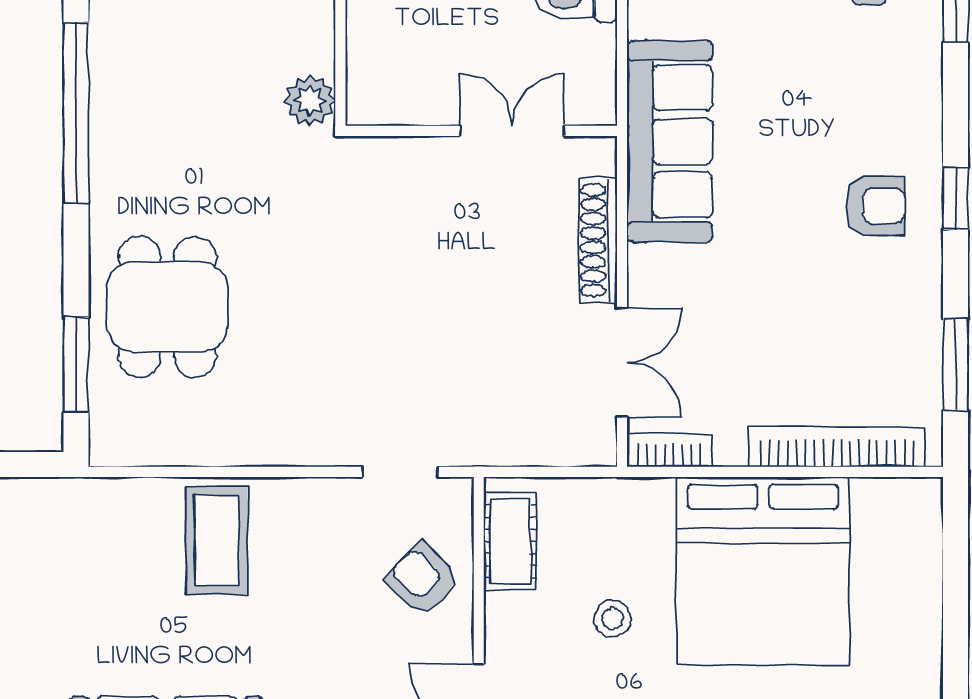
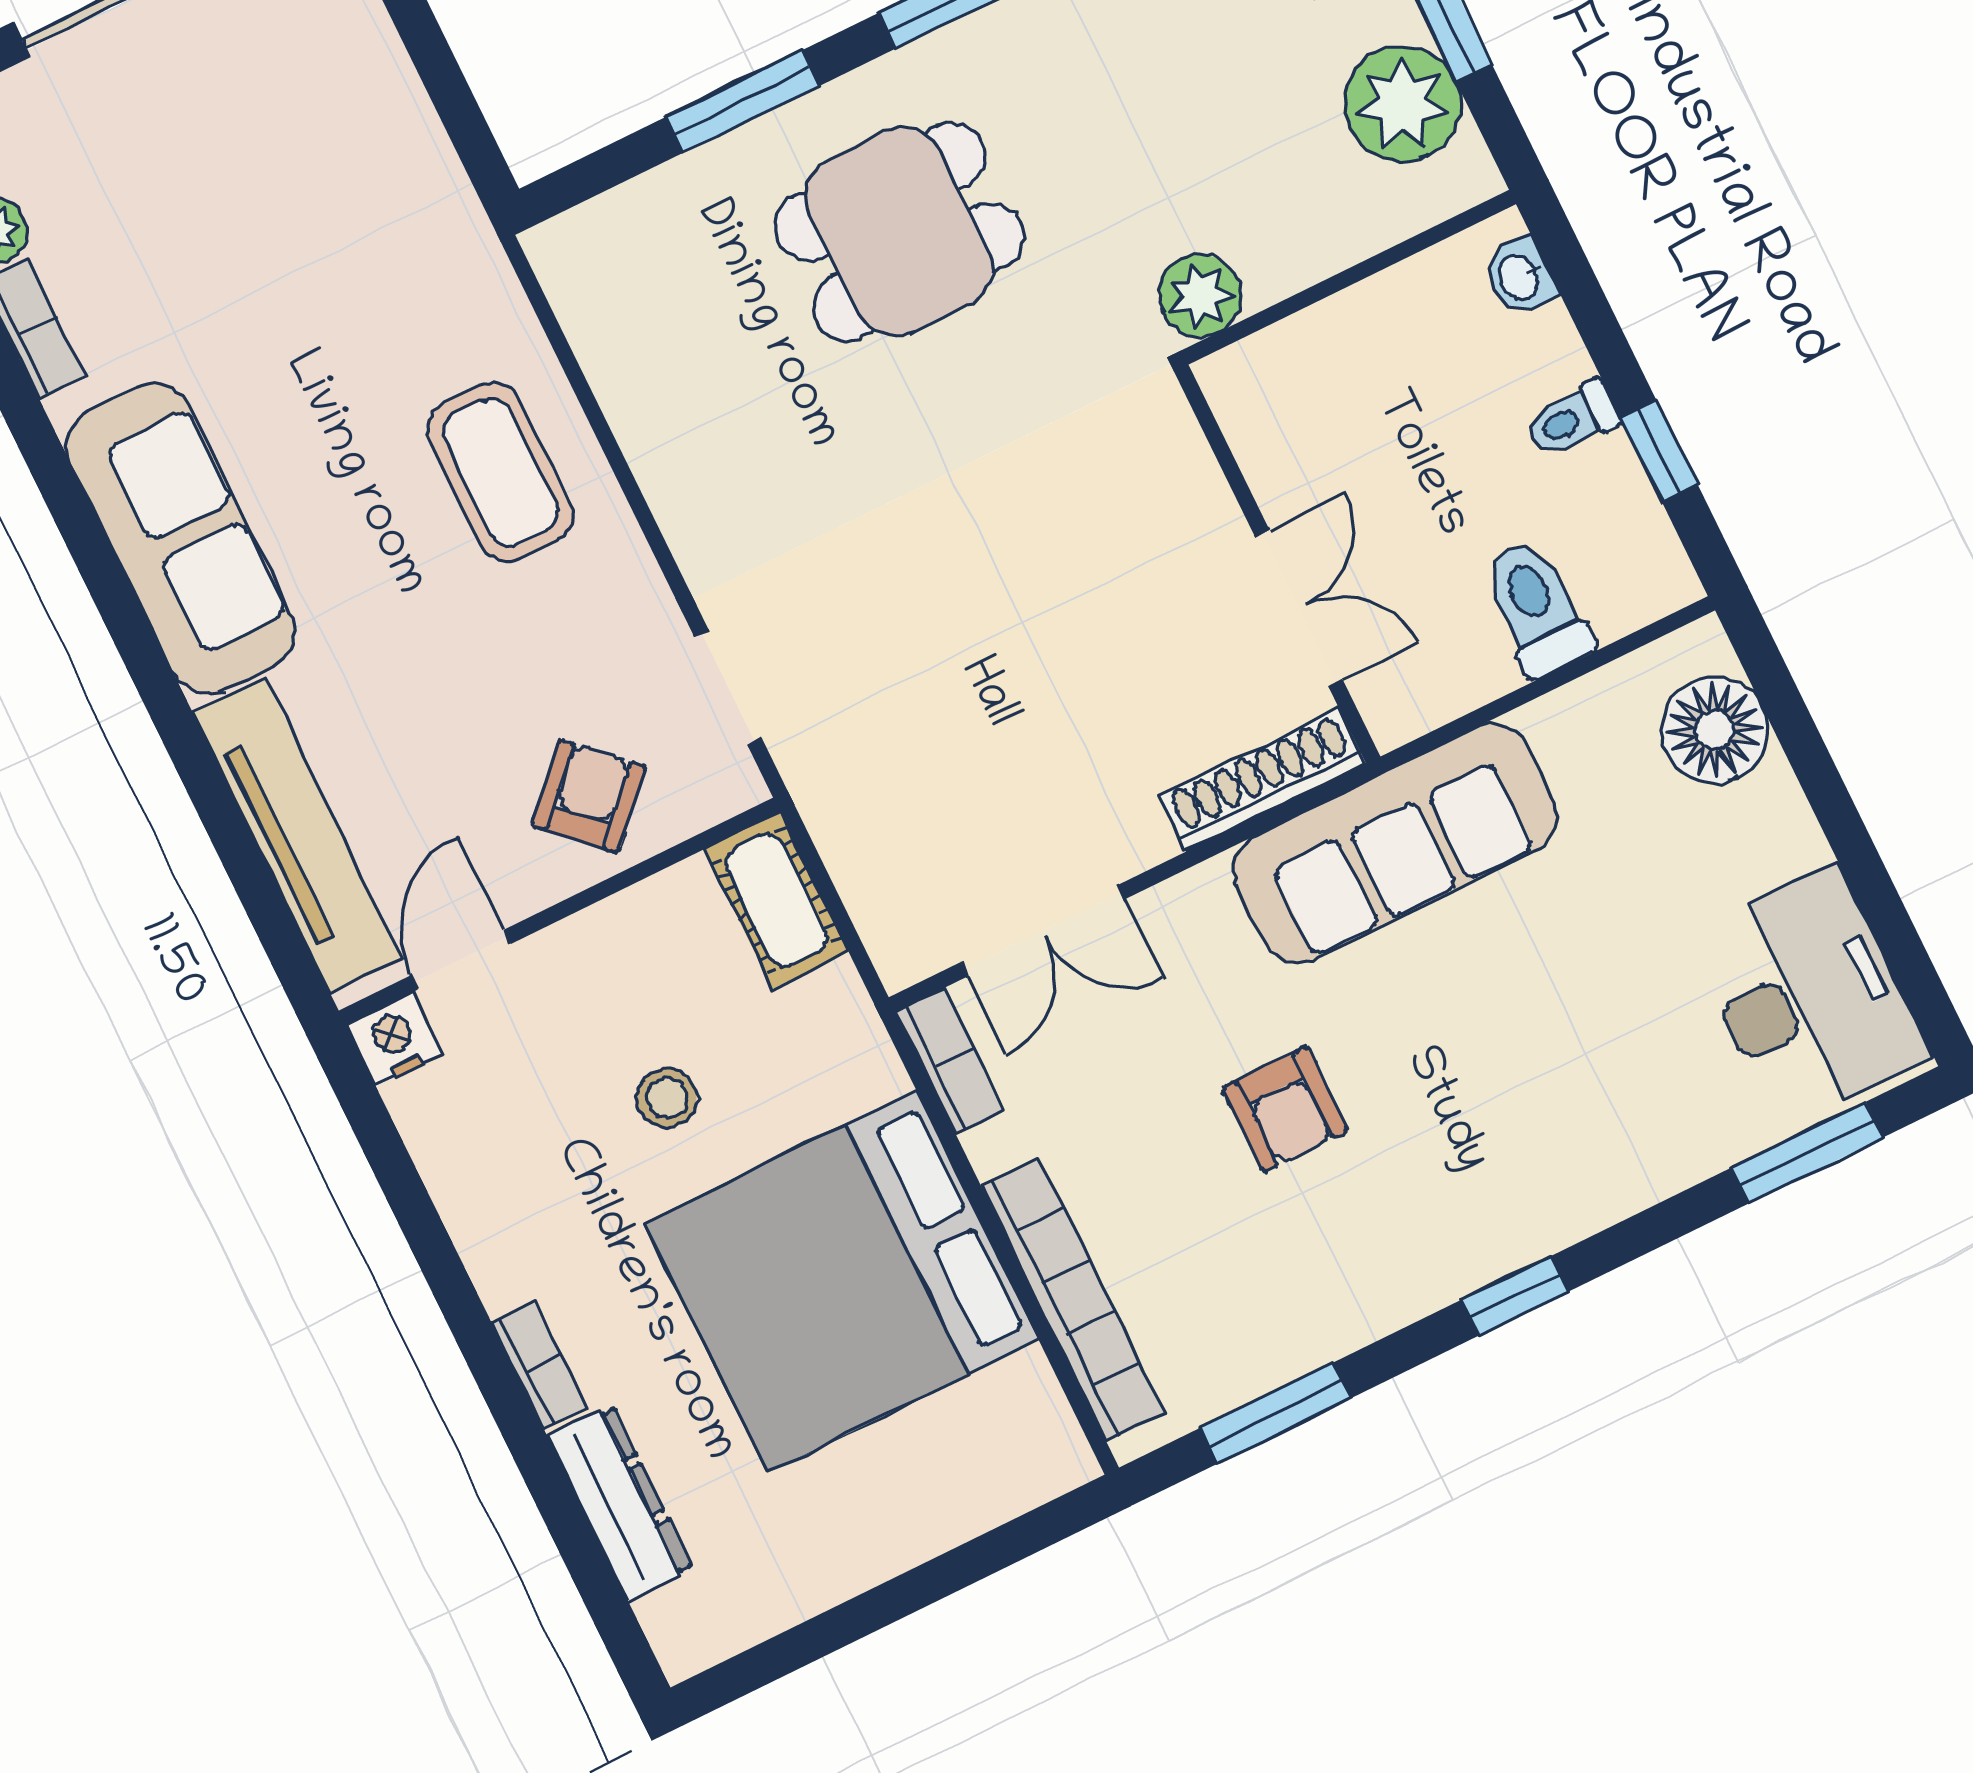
armchair: (875, 206) -> (1285, 1109), moved
shoe rack: (598, 240) -> (1262, 780), moved
dining table: (167, 307) -> (899, 232), moved
window: (76, 364) -> (743, 101), moved
coffee table: (217, 540) -> (500, 472), turned 90
cot: (510, 541) -> (776, 900), moved, turned 90

